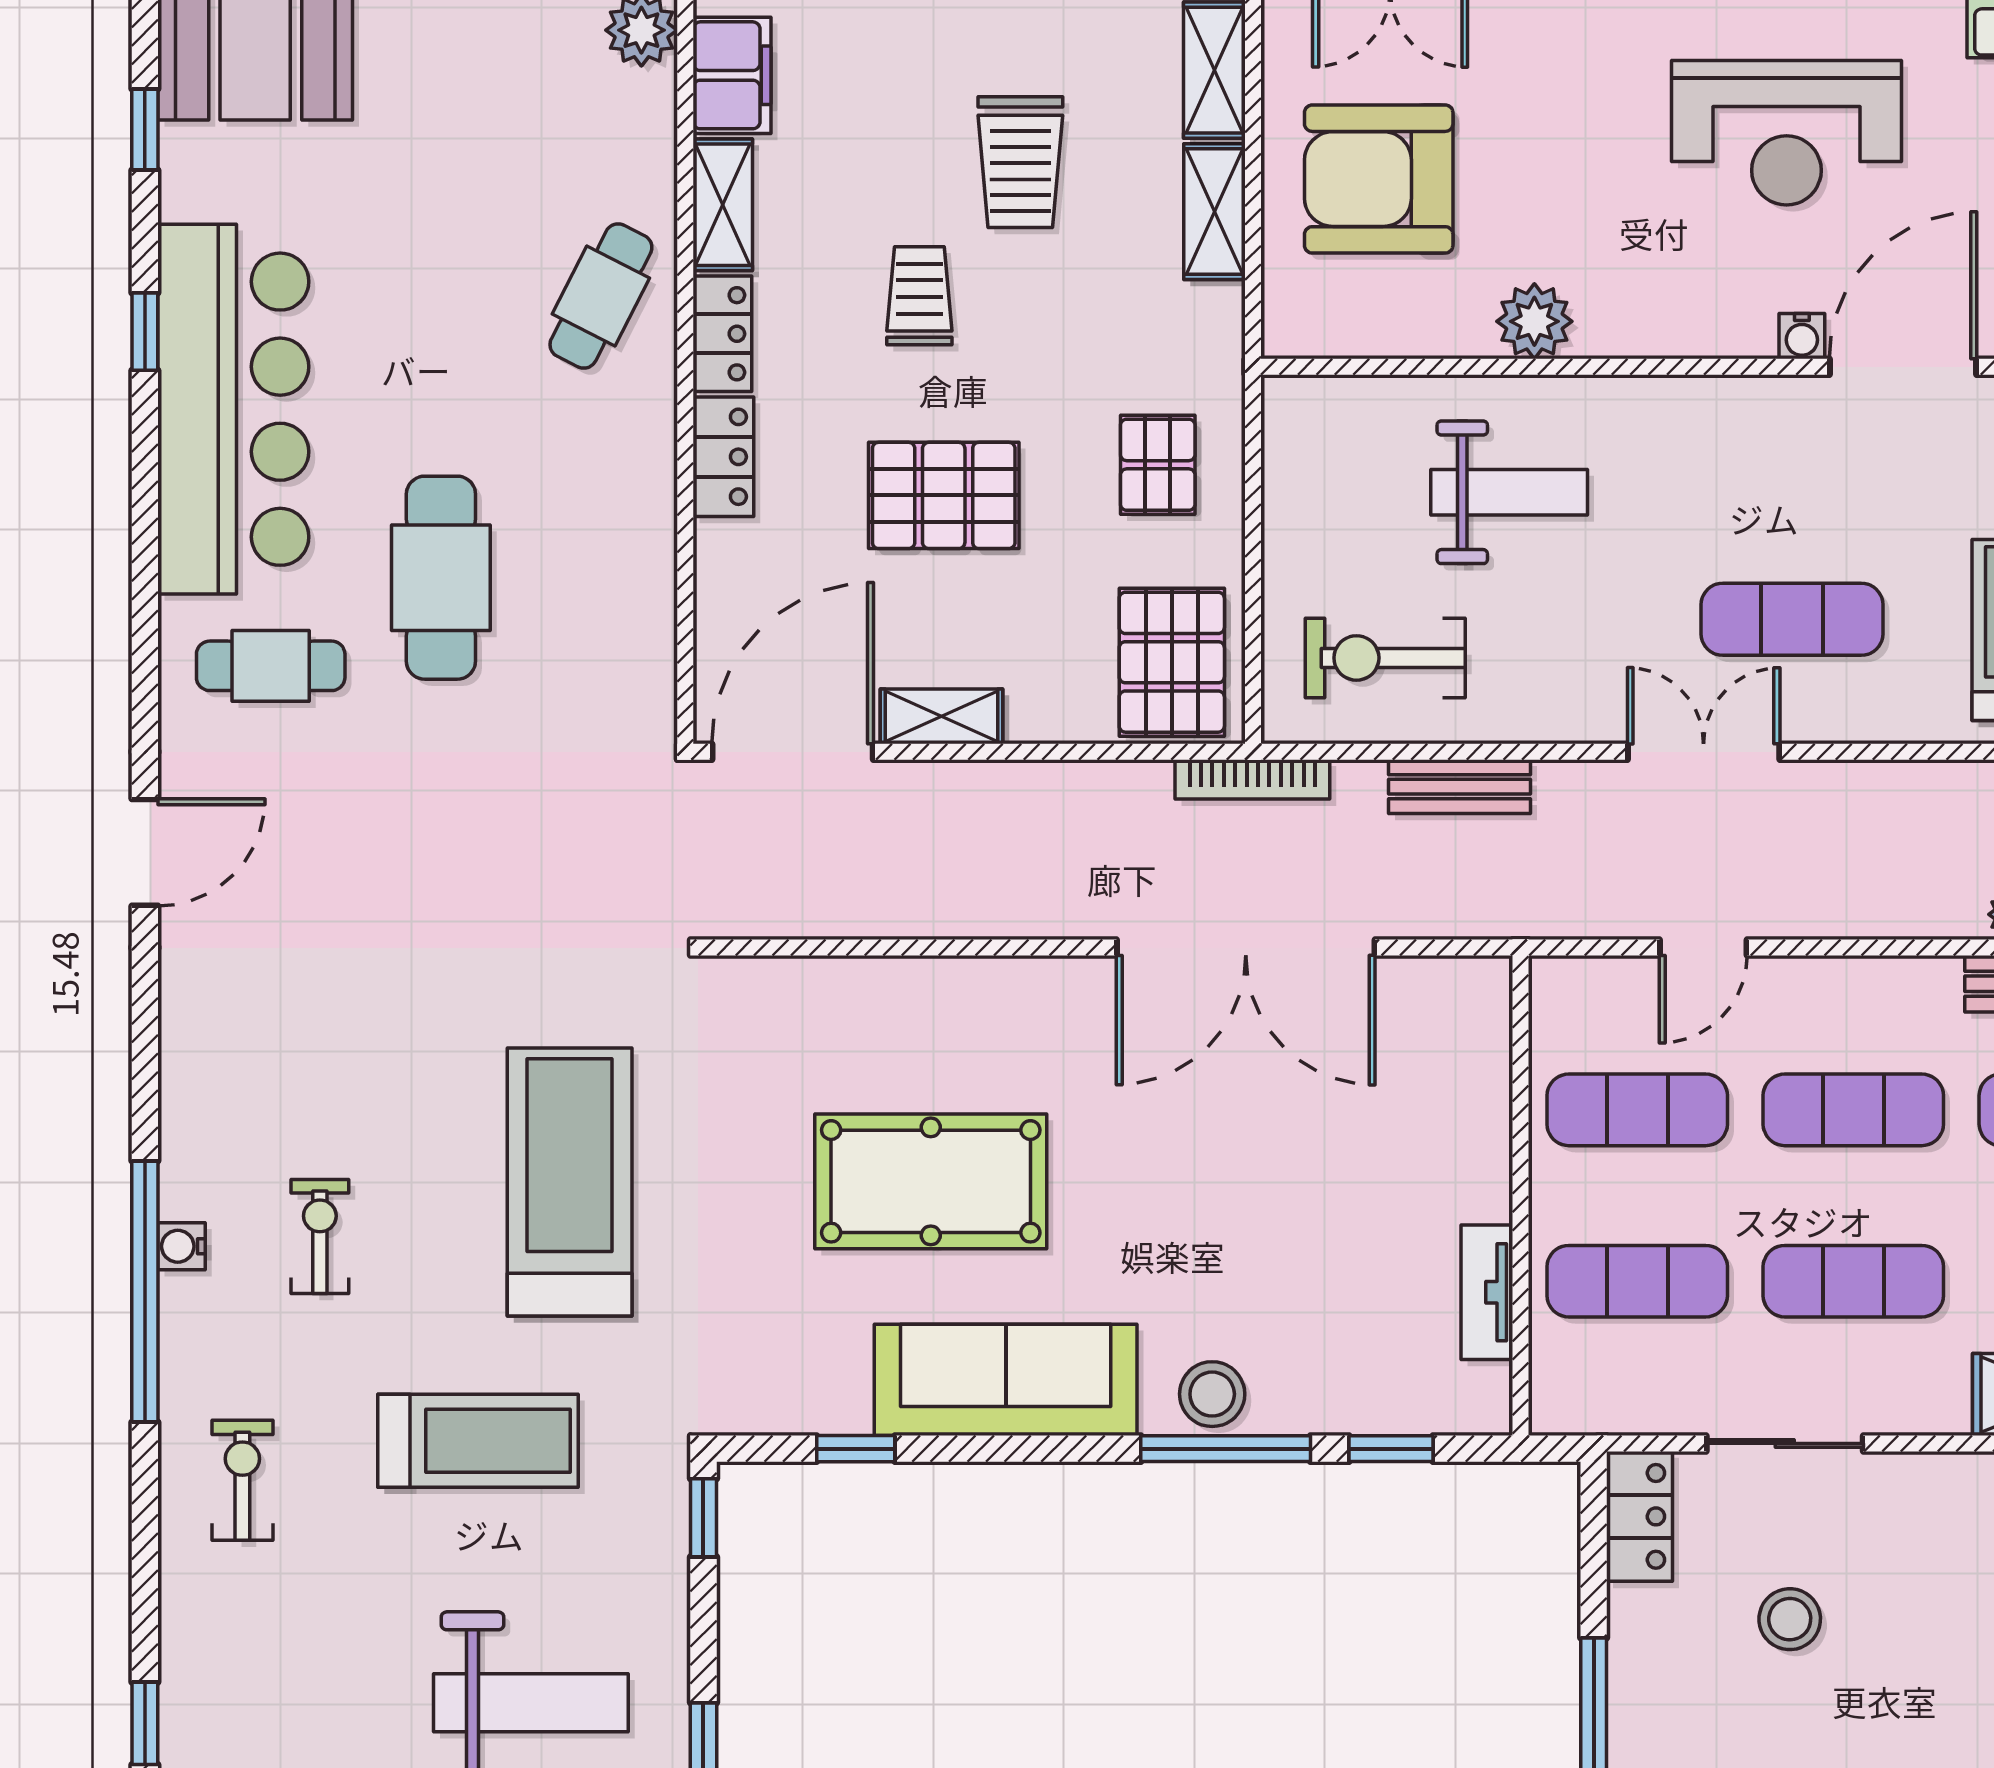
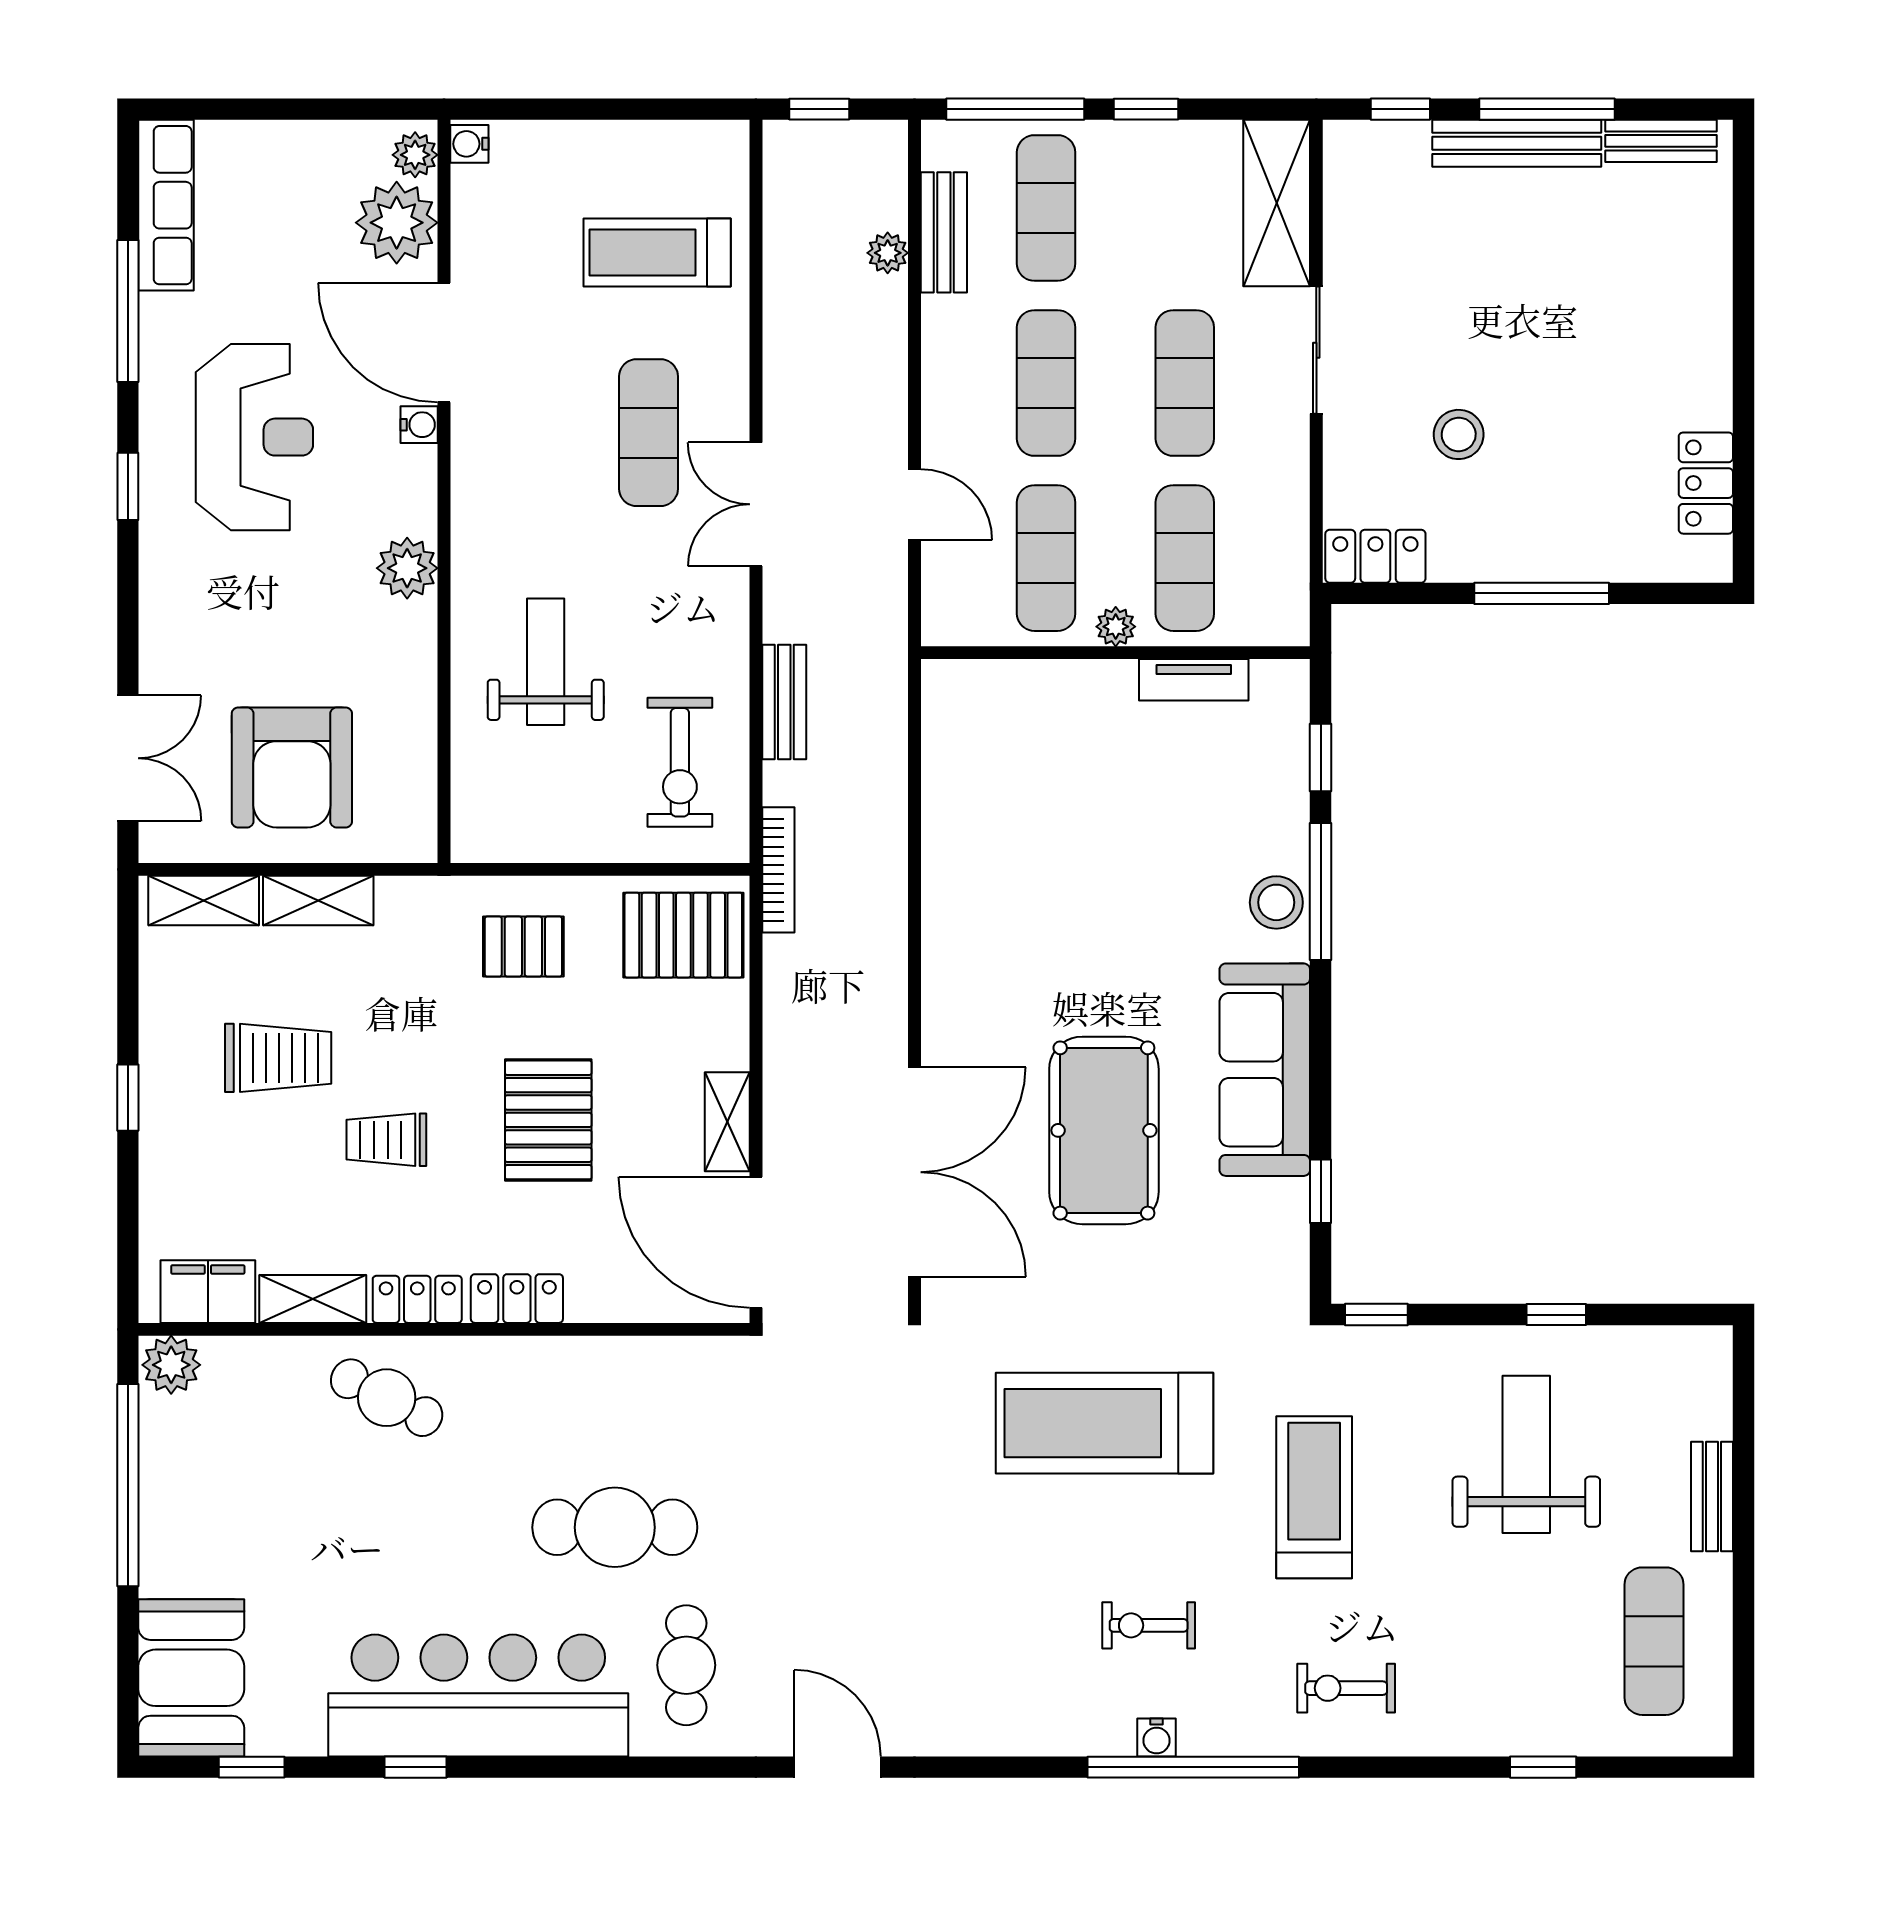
plant: (1534, 321) -> (407, 568), moved
double door: (1246, 948) -> (915, 1172), moved
plant: (1553, 1196) -> (1116, 627), added
sliding door: (1785, 1443) -> (1316, 350), moved

